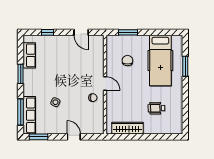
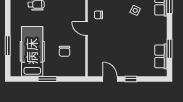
window: (47, 32) -> (131, 79), moved
window: (128, 32) -> (47, 79), moved
window: (21, 74) -> (169, 49), moved

